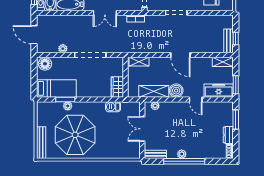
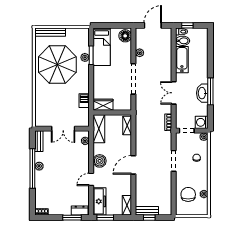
shelving: (154, 91) -> (99, 129), moved
double door: (142, 129) -> (63, 129), swing flipped
dresser: (228, 135) -> (80, 210), moved

